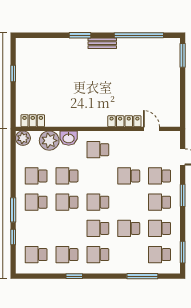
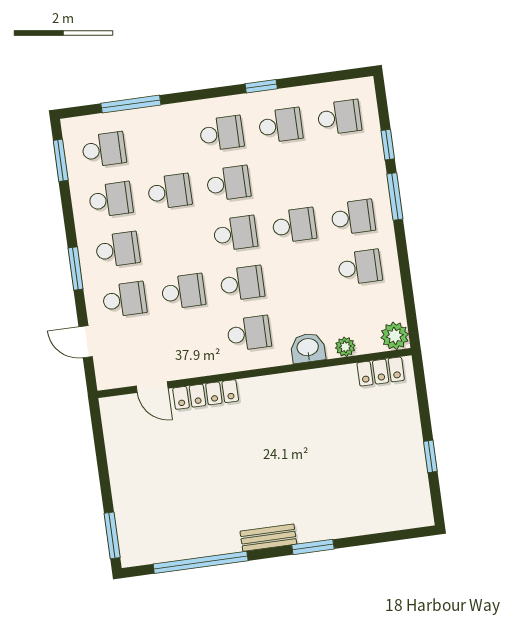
plant: (49, 141) -> (345, 347), width x0.53, depth x0.53
school desk: (67, 176) -> (242, 283), moved

